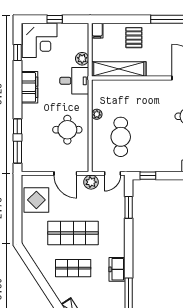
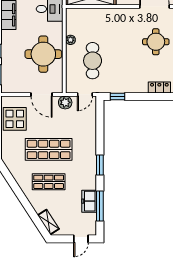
round table: (67, 130) -> (43, 54), width x1.36, depth x1.36
window: (129, 207) -> (100, 165), moved
freezer: (117, 269) -> (89, 201), moved

